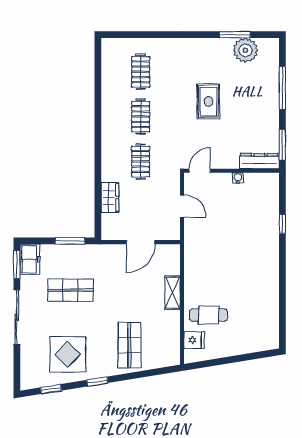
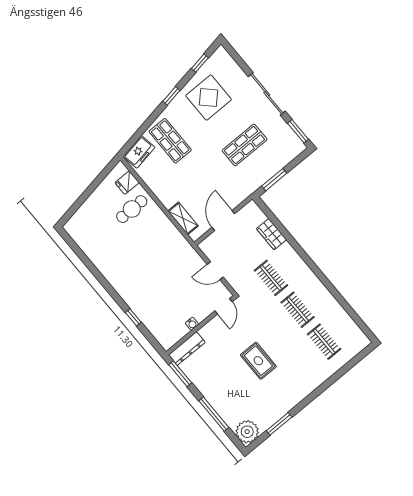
plant: (245, 50) -> (247, 432), moved
freezer: (30, 259) -> (139, 152), moved, turned -99
shelving: (172, 293) -> (183, 218), moved

